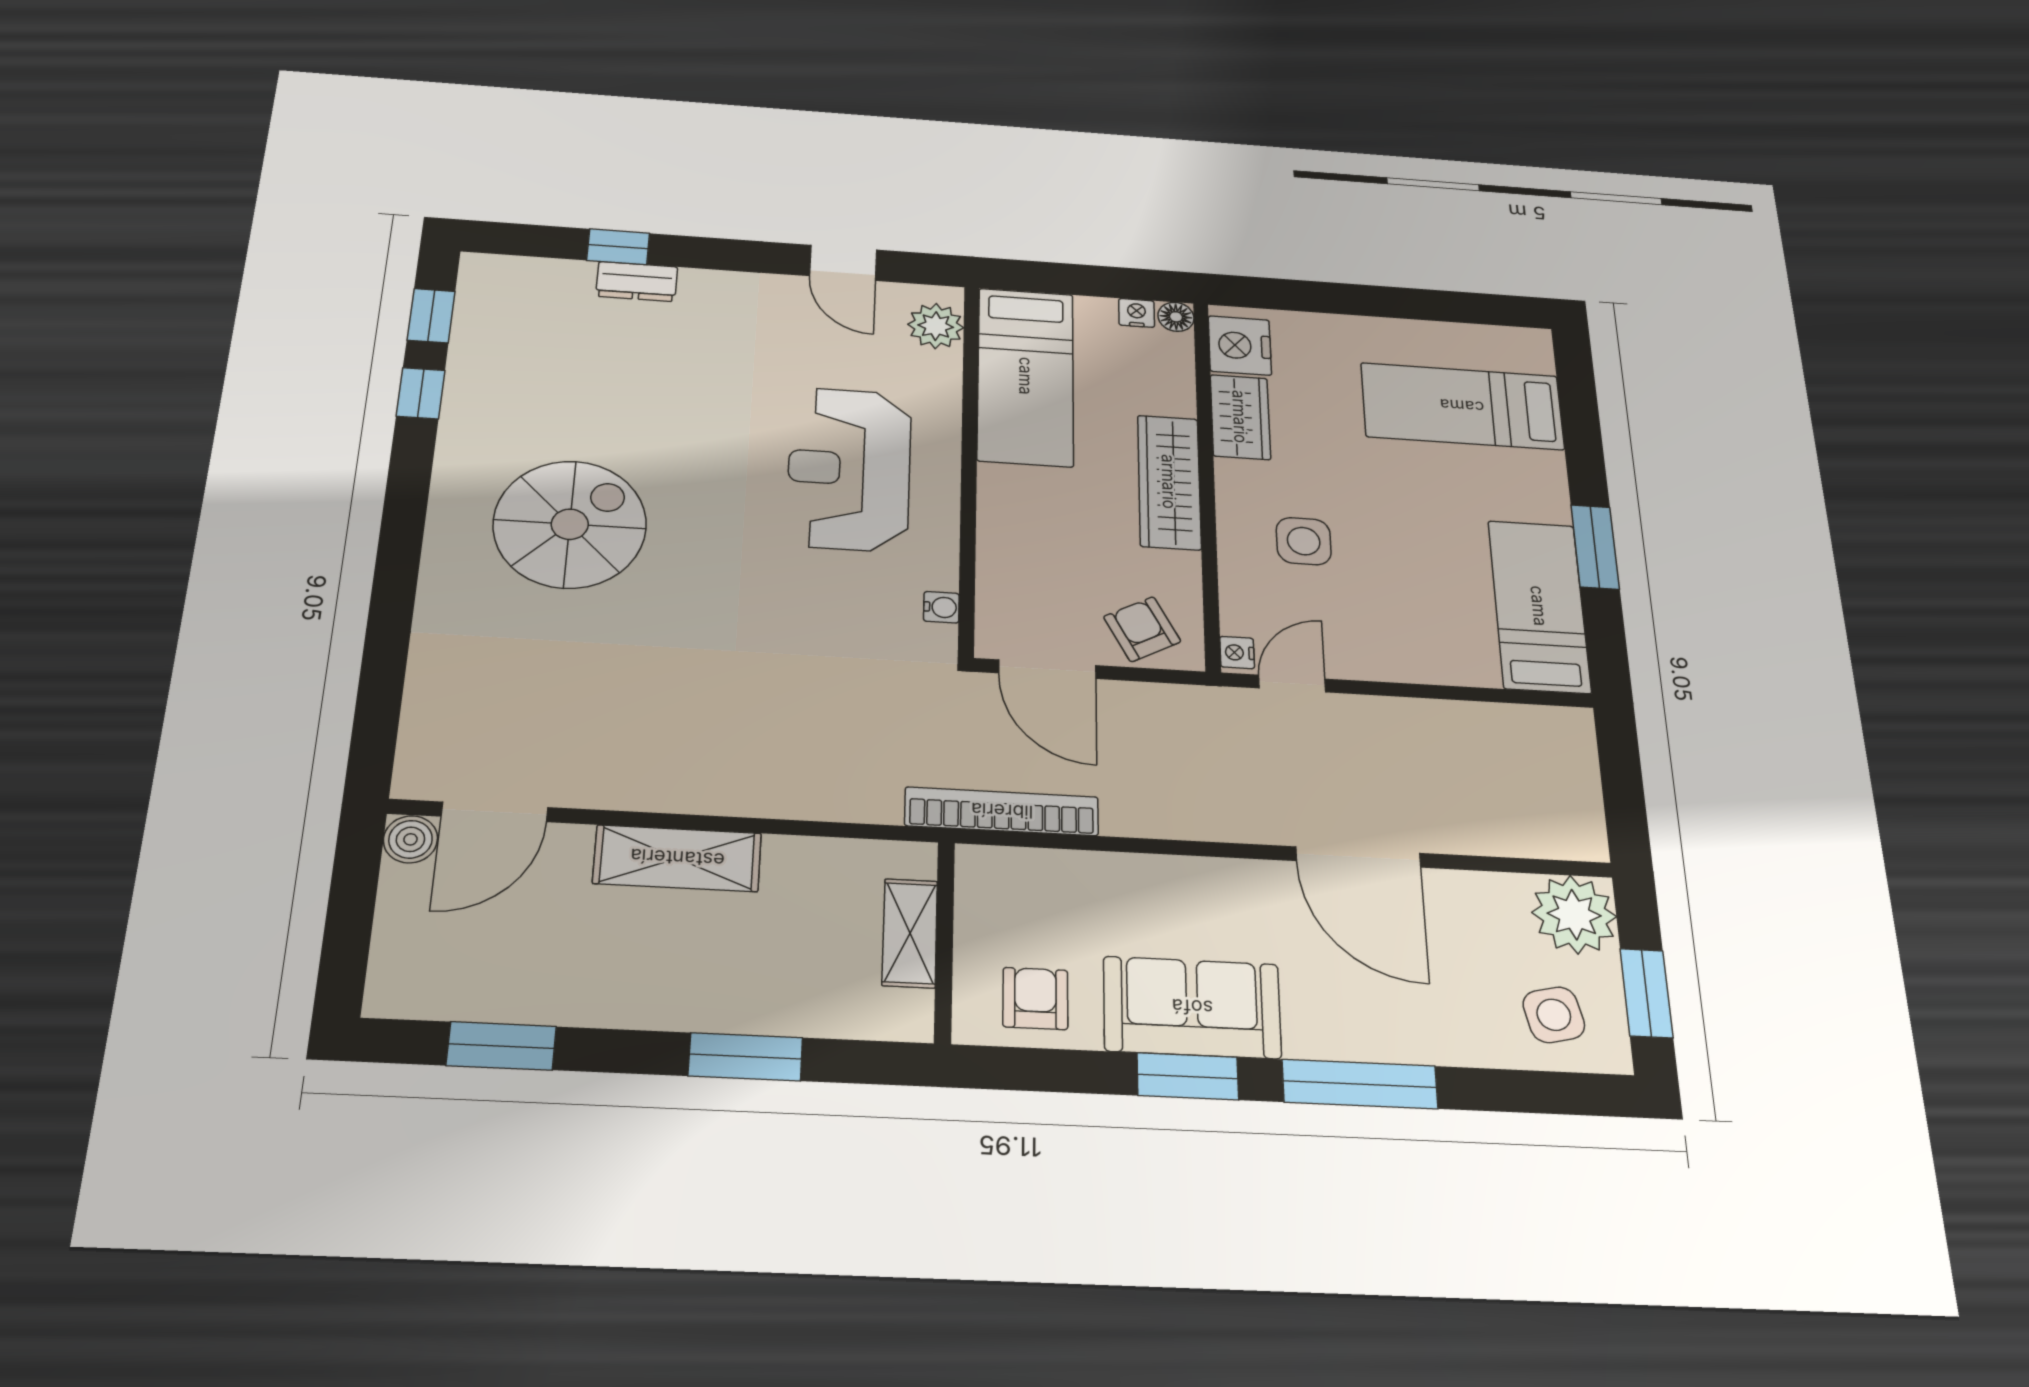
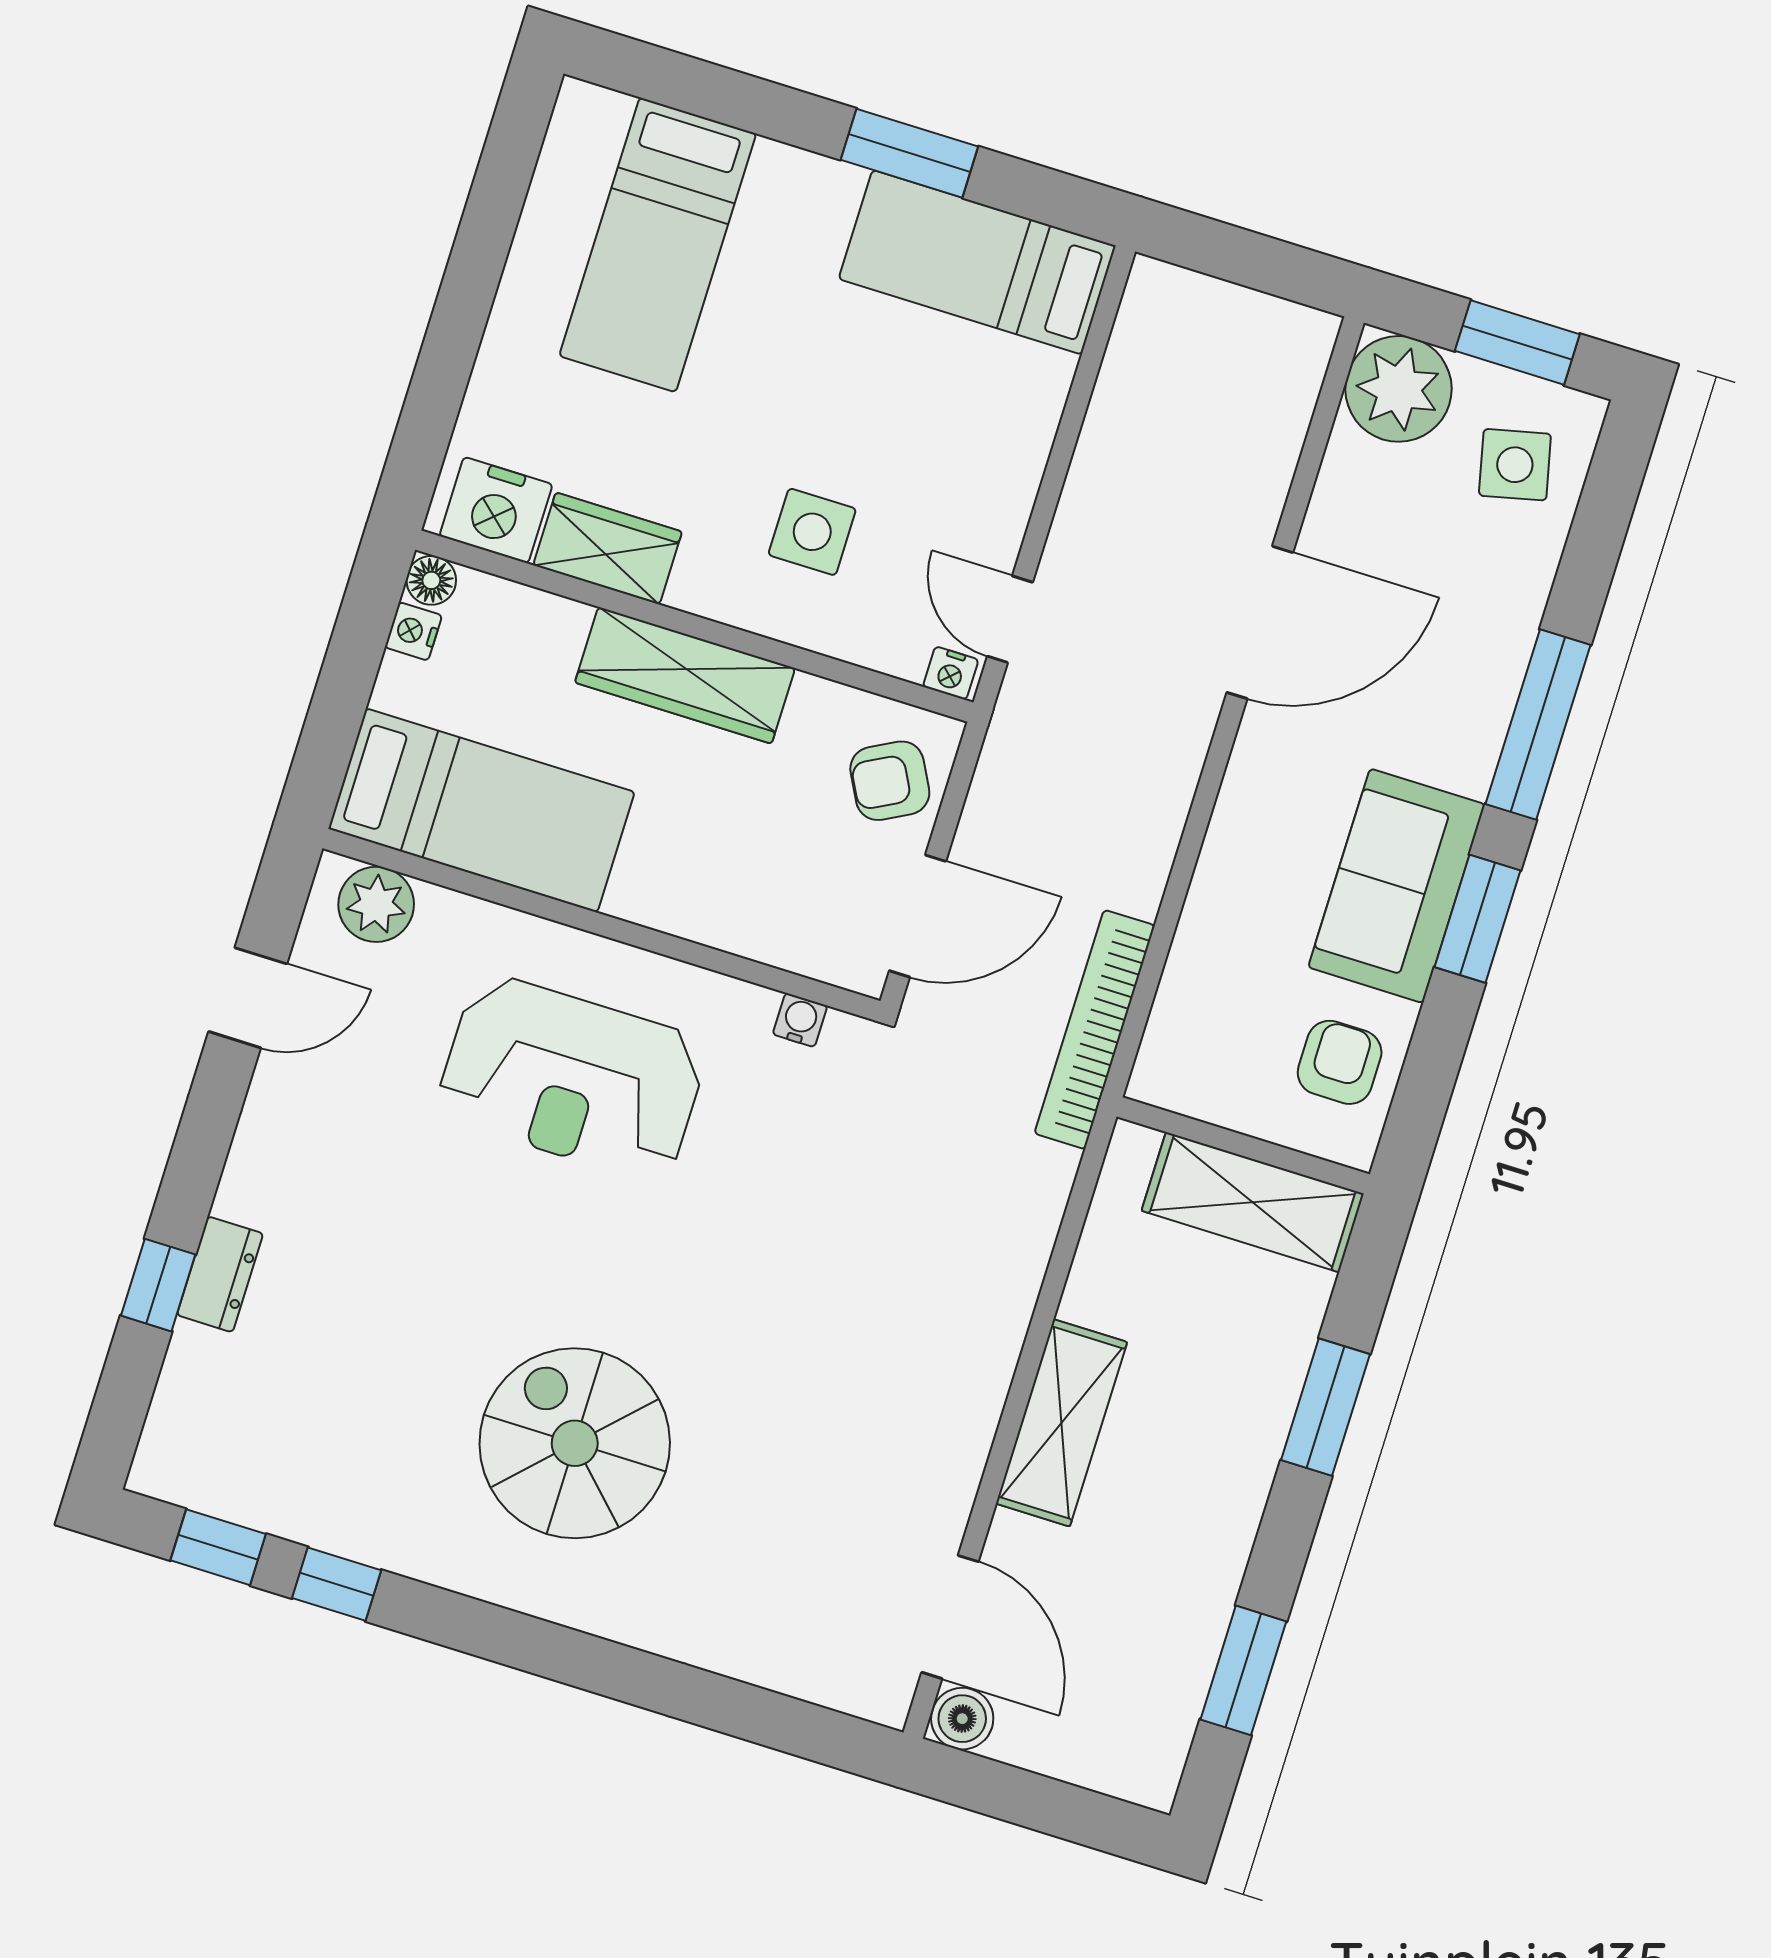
shelving: (910, 933) -> (1253, 1202), width x1.50, depth x1.33
armchair: (1035, 998) -> (1340, 1062), turned 90

